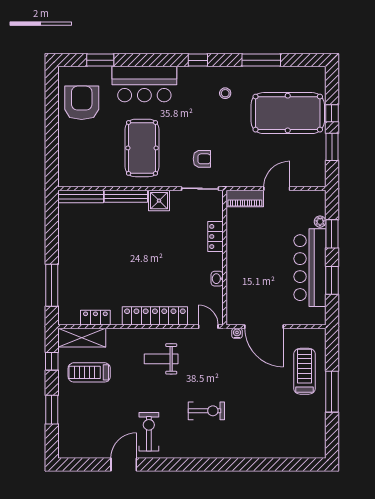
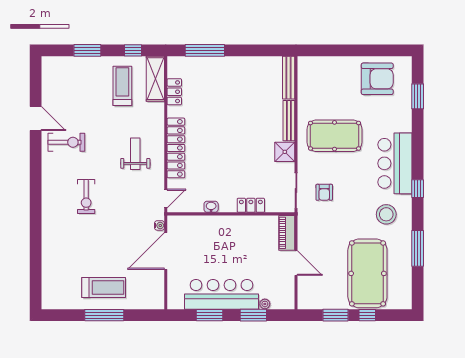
bar counter: (144, 84) -> (395, 163), moved
stool: (225, 93) -> (386, 214), width x1.89, depth x1.89
treadmill: (304, 371) -> (104, 288), moved

